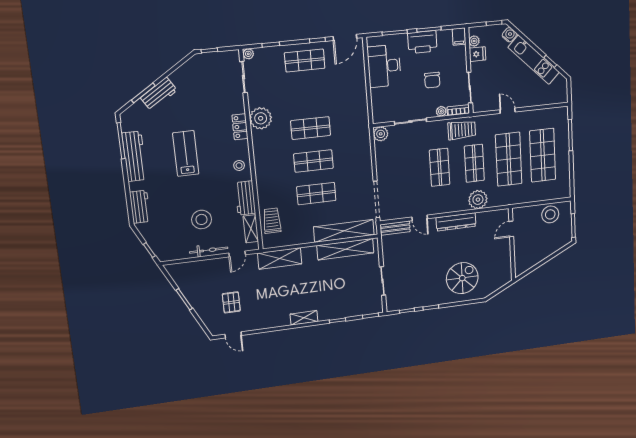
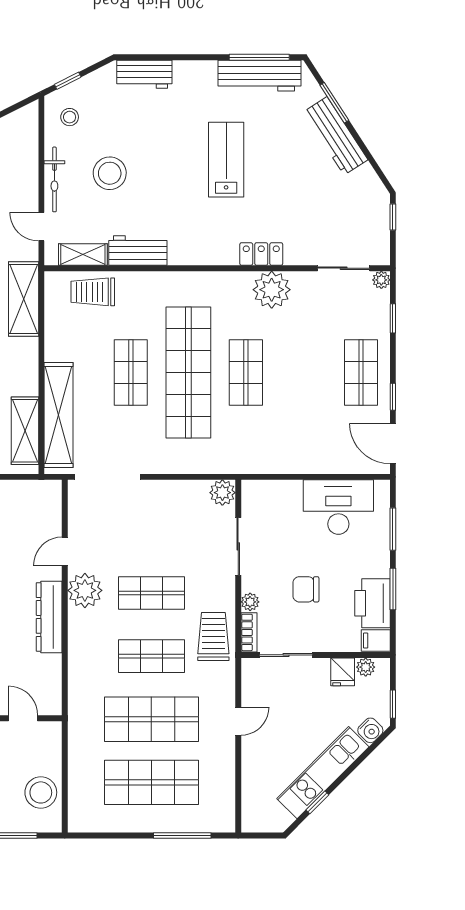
printer: (422, 42) -> (372, 603), moved
workbench: (159, 94) -> (336, 136), width x1.38
trolley: (462, 130) -> (213, 637), turned 180
lab bench: (186, 153) -> (226, 160), turned -90
workbench: (134, 156) -> (260, 76), moved
shop shelf: (313, 161) -> (188, 373), width x2.00, depth x1.36
stool: (239, 165) -> (70, 117), moved
plant: (478, 200) -> (85, 590), moved
trolley: (272, 221) -> (93, 292), turned 180
bench: (395, 228) -> (52, 506), removed
shelving: (345, 249) -> (25, 431), width x0.68

